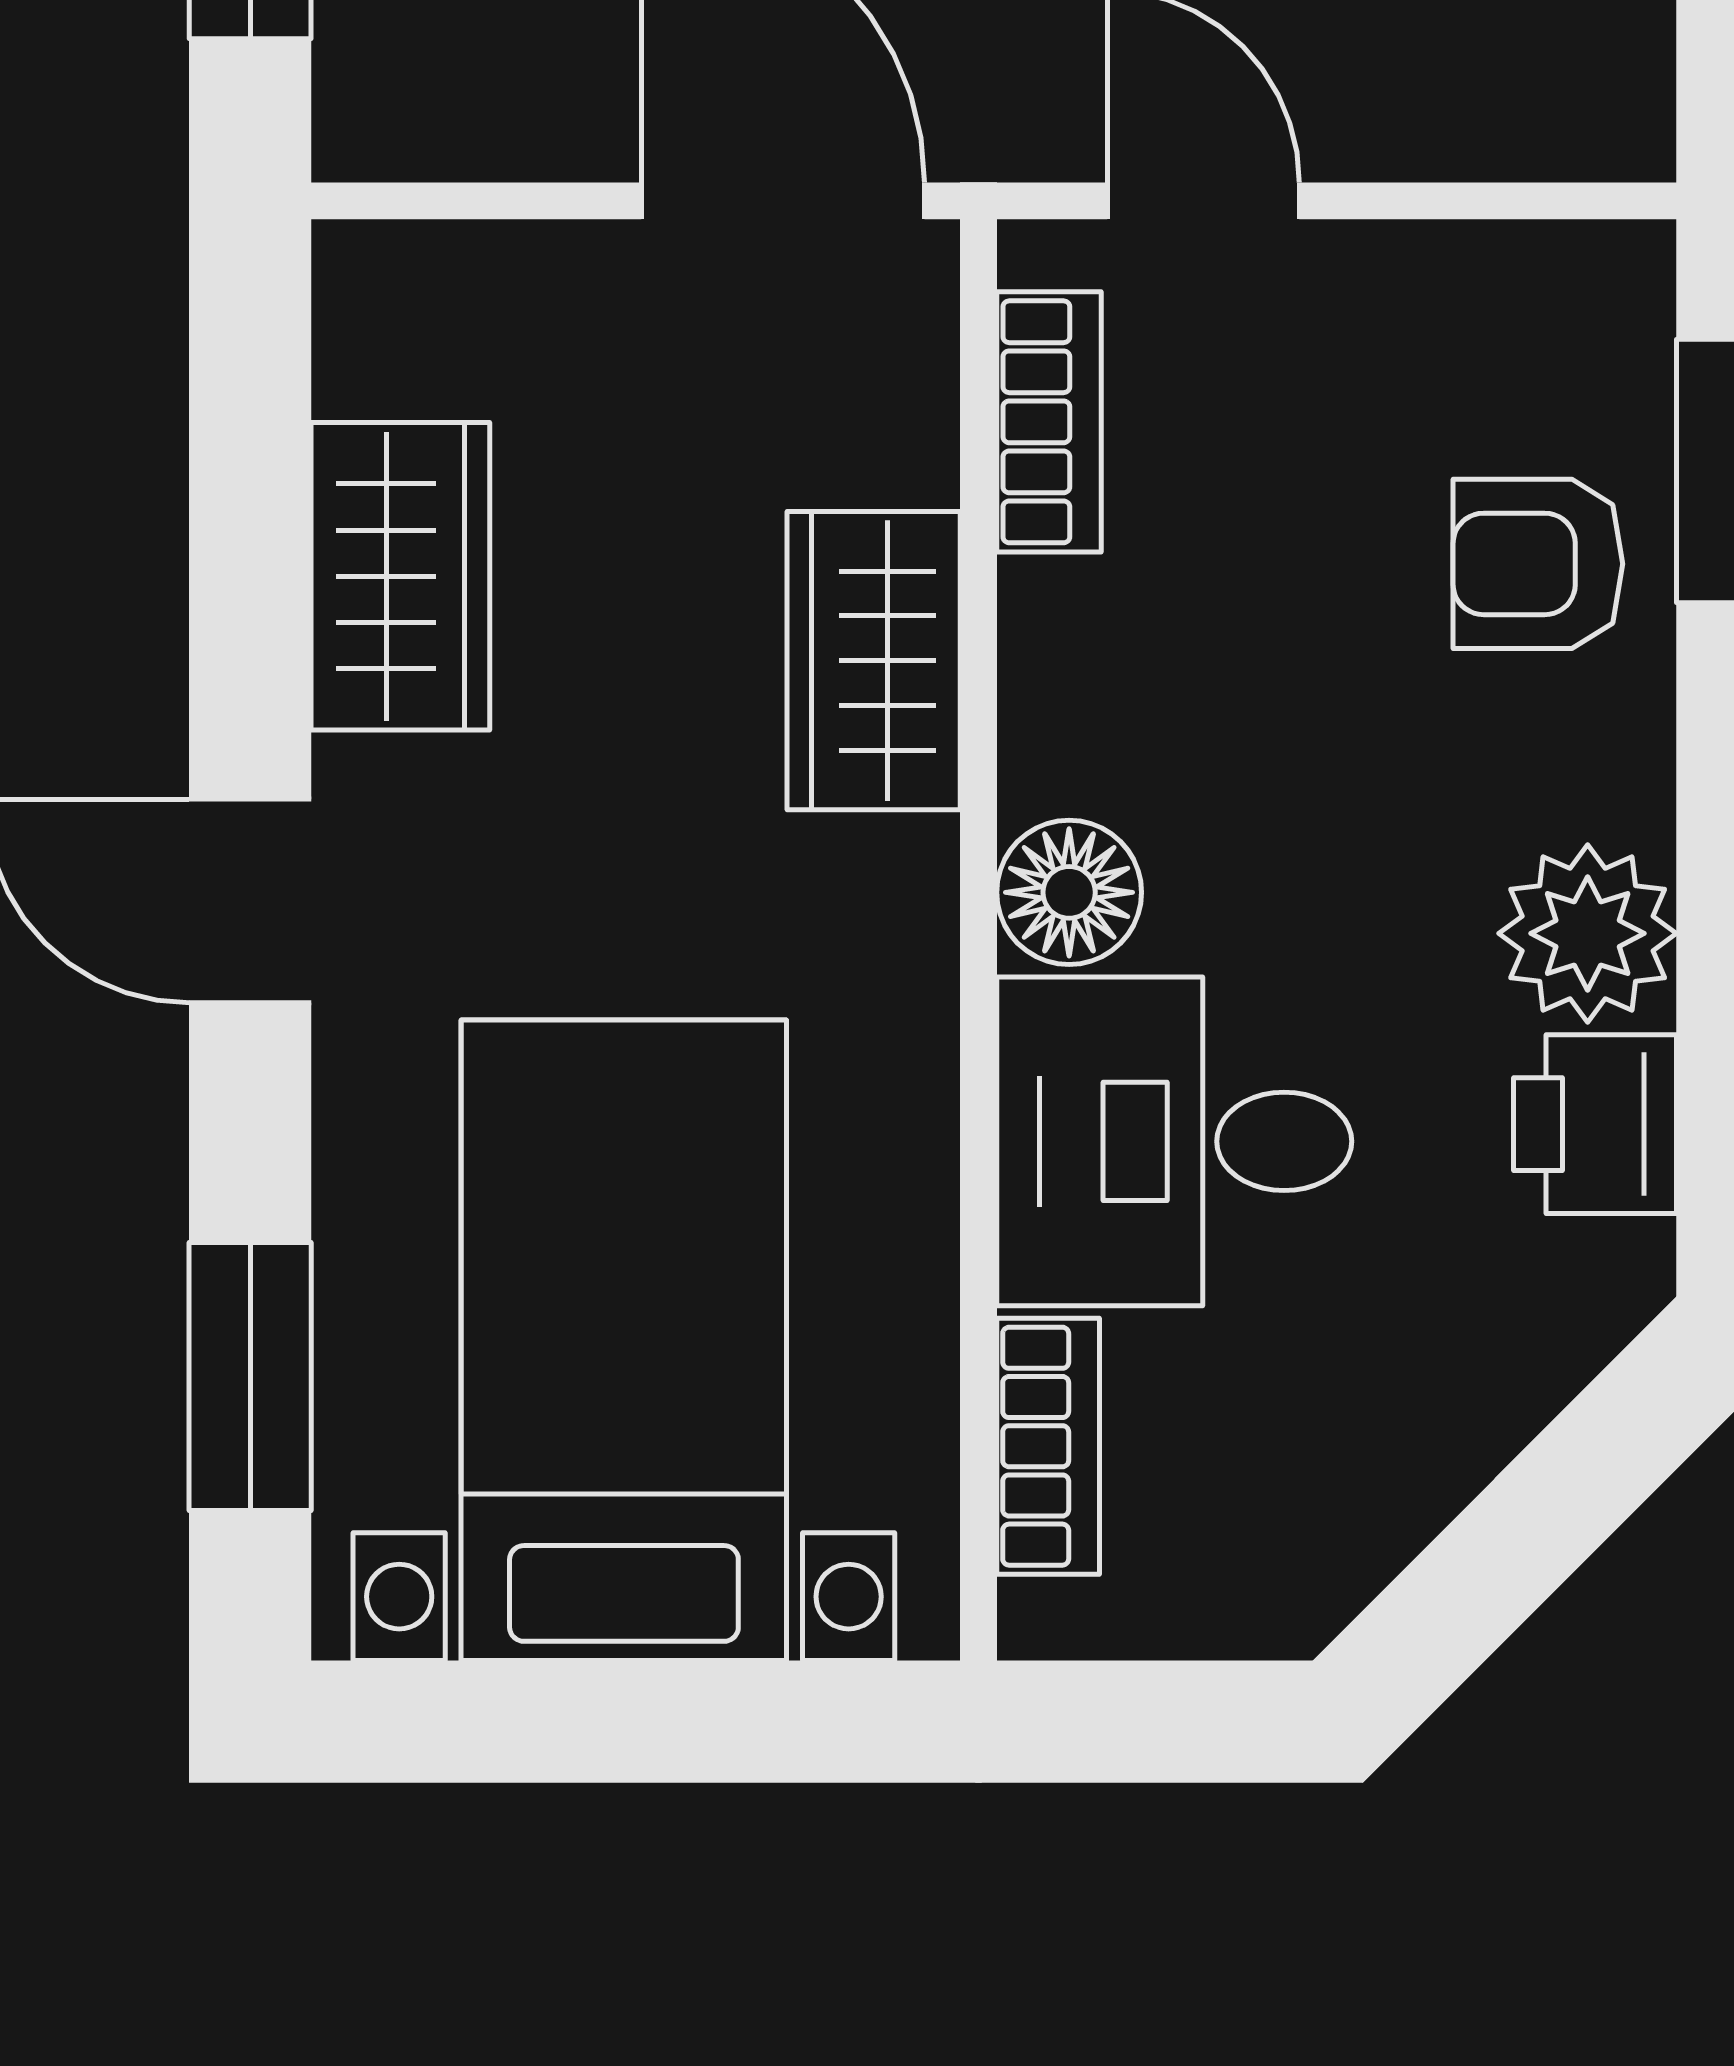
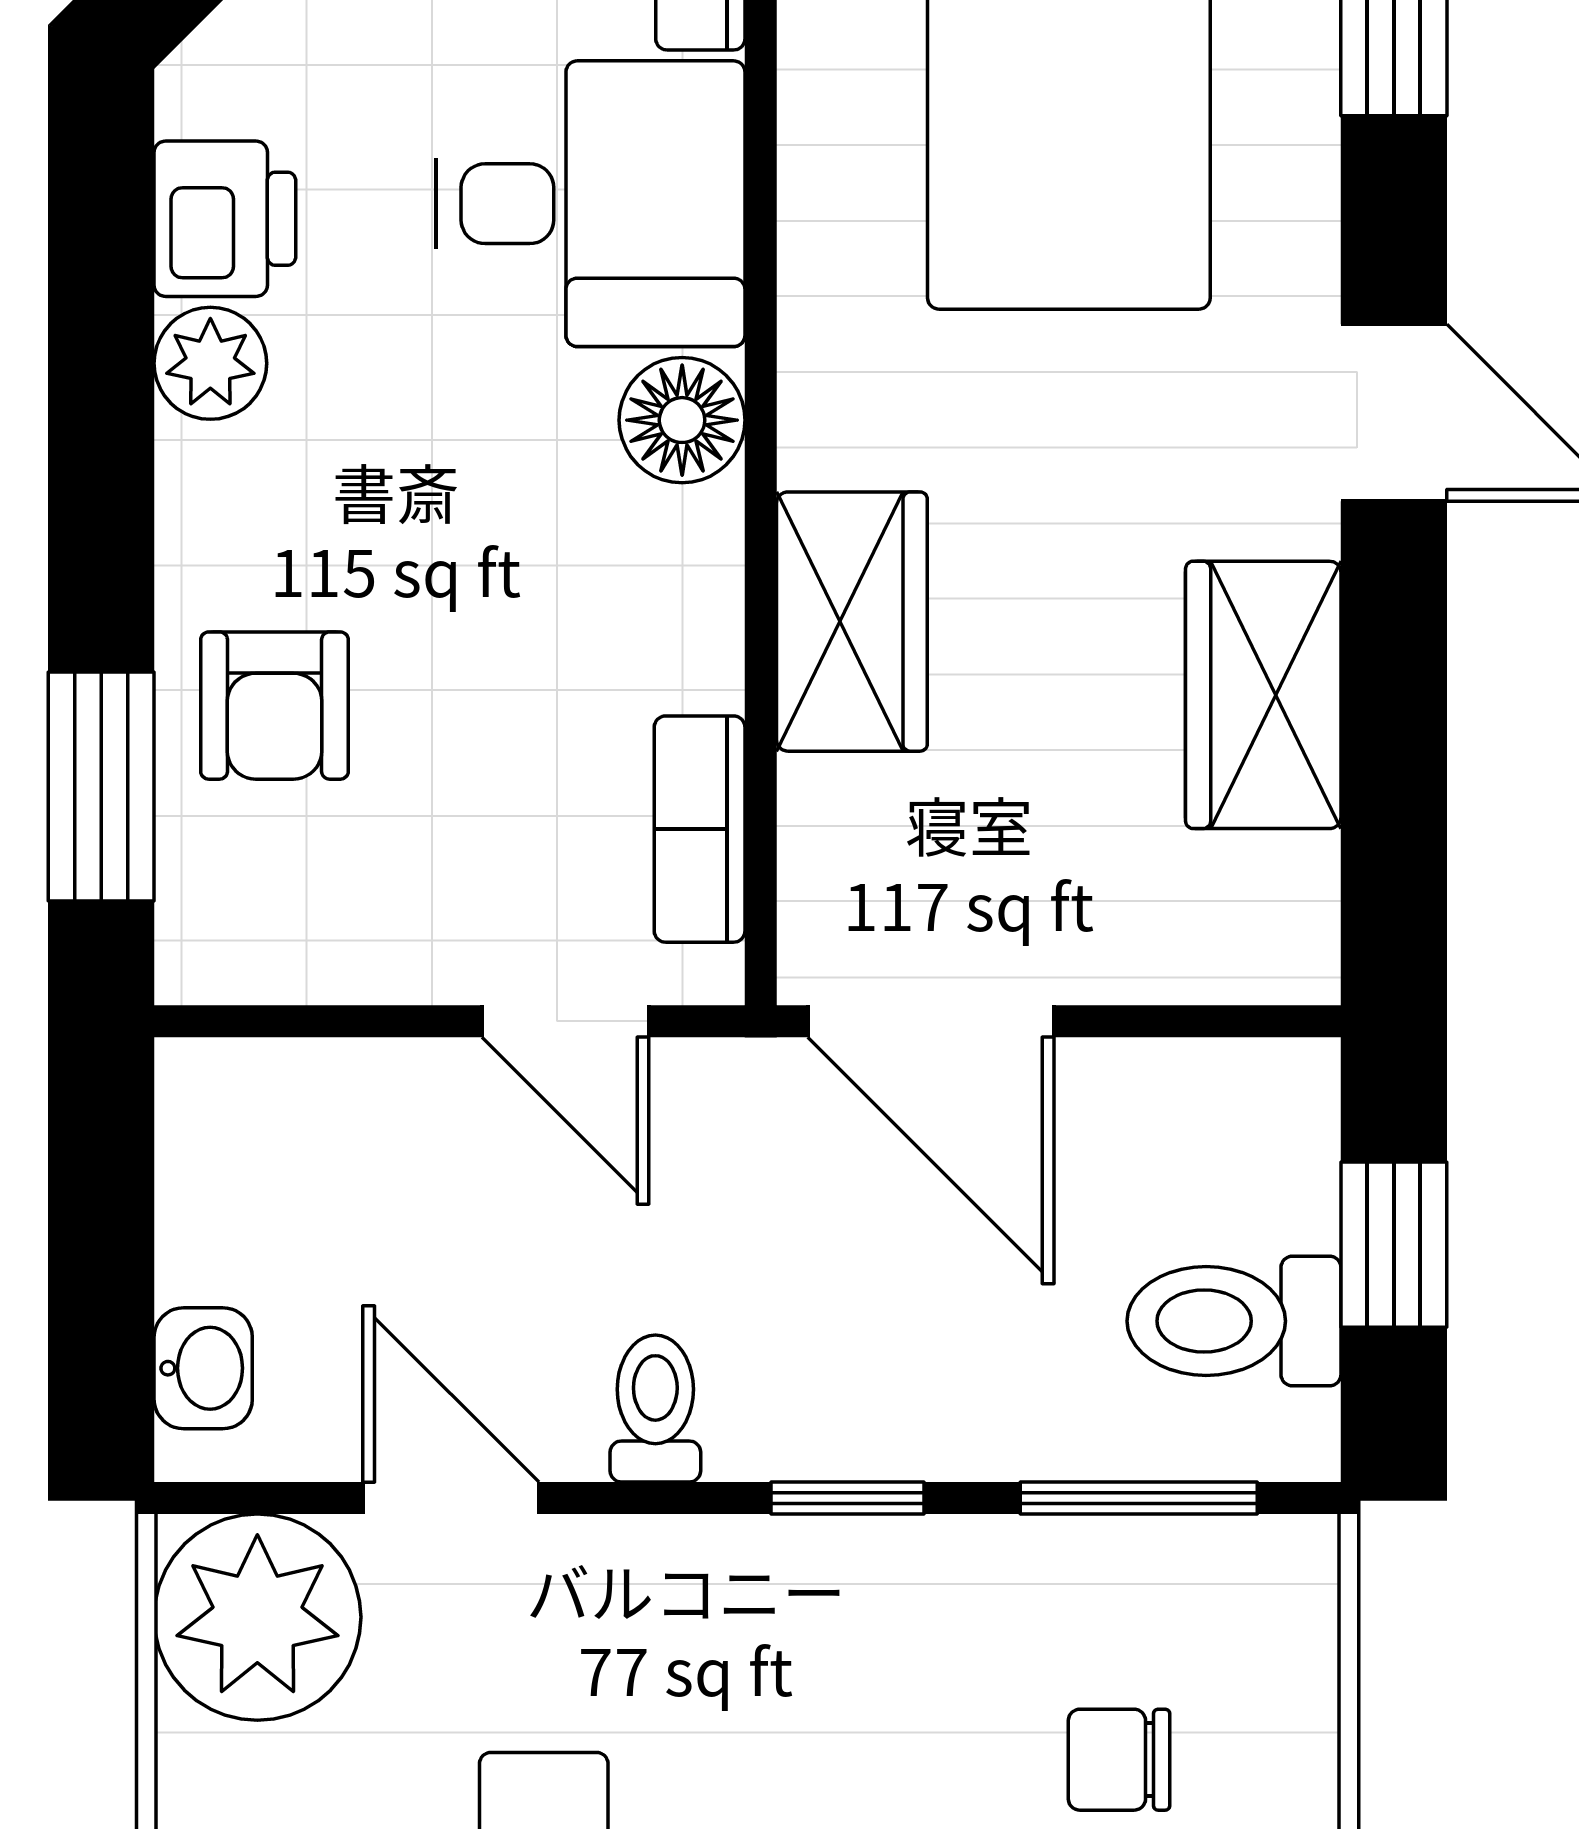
armchair: (1538, 564) -> (275, 706), turned 90
plant: (1588, 933) -> (210, 363), width x0.73, depth x0.73

